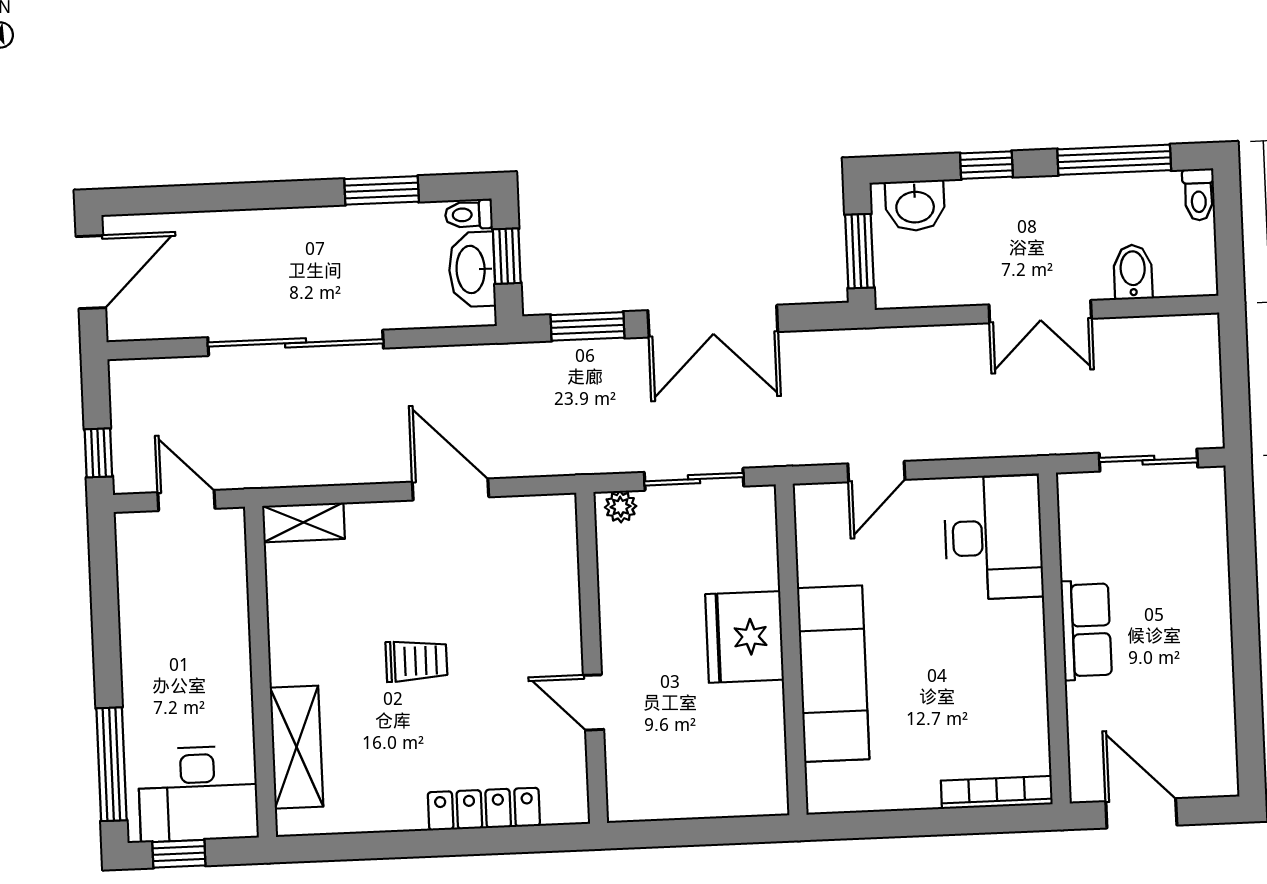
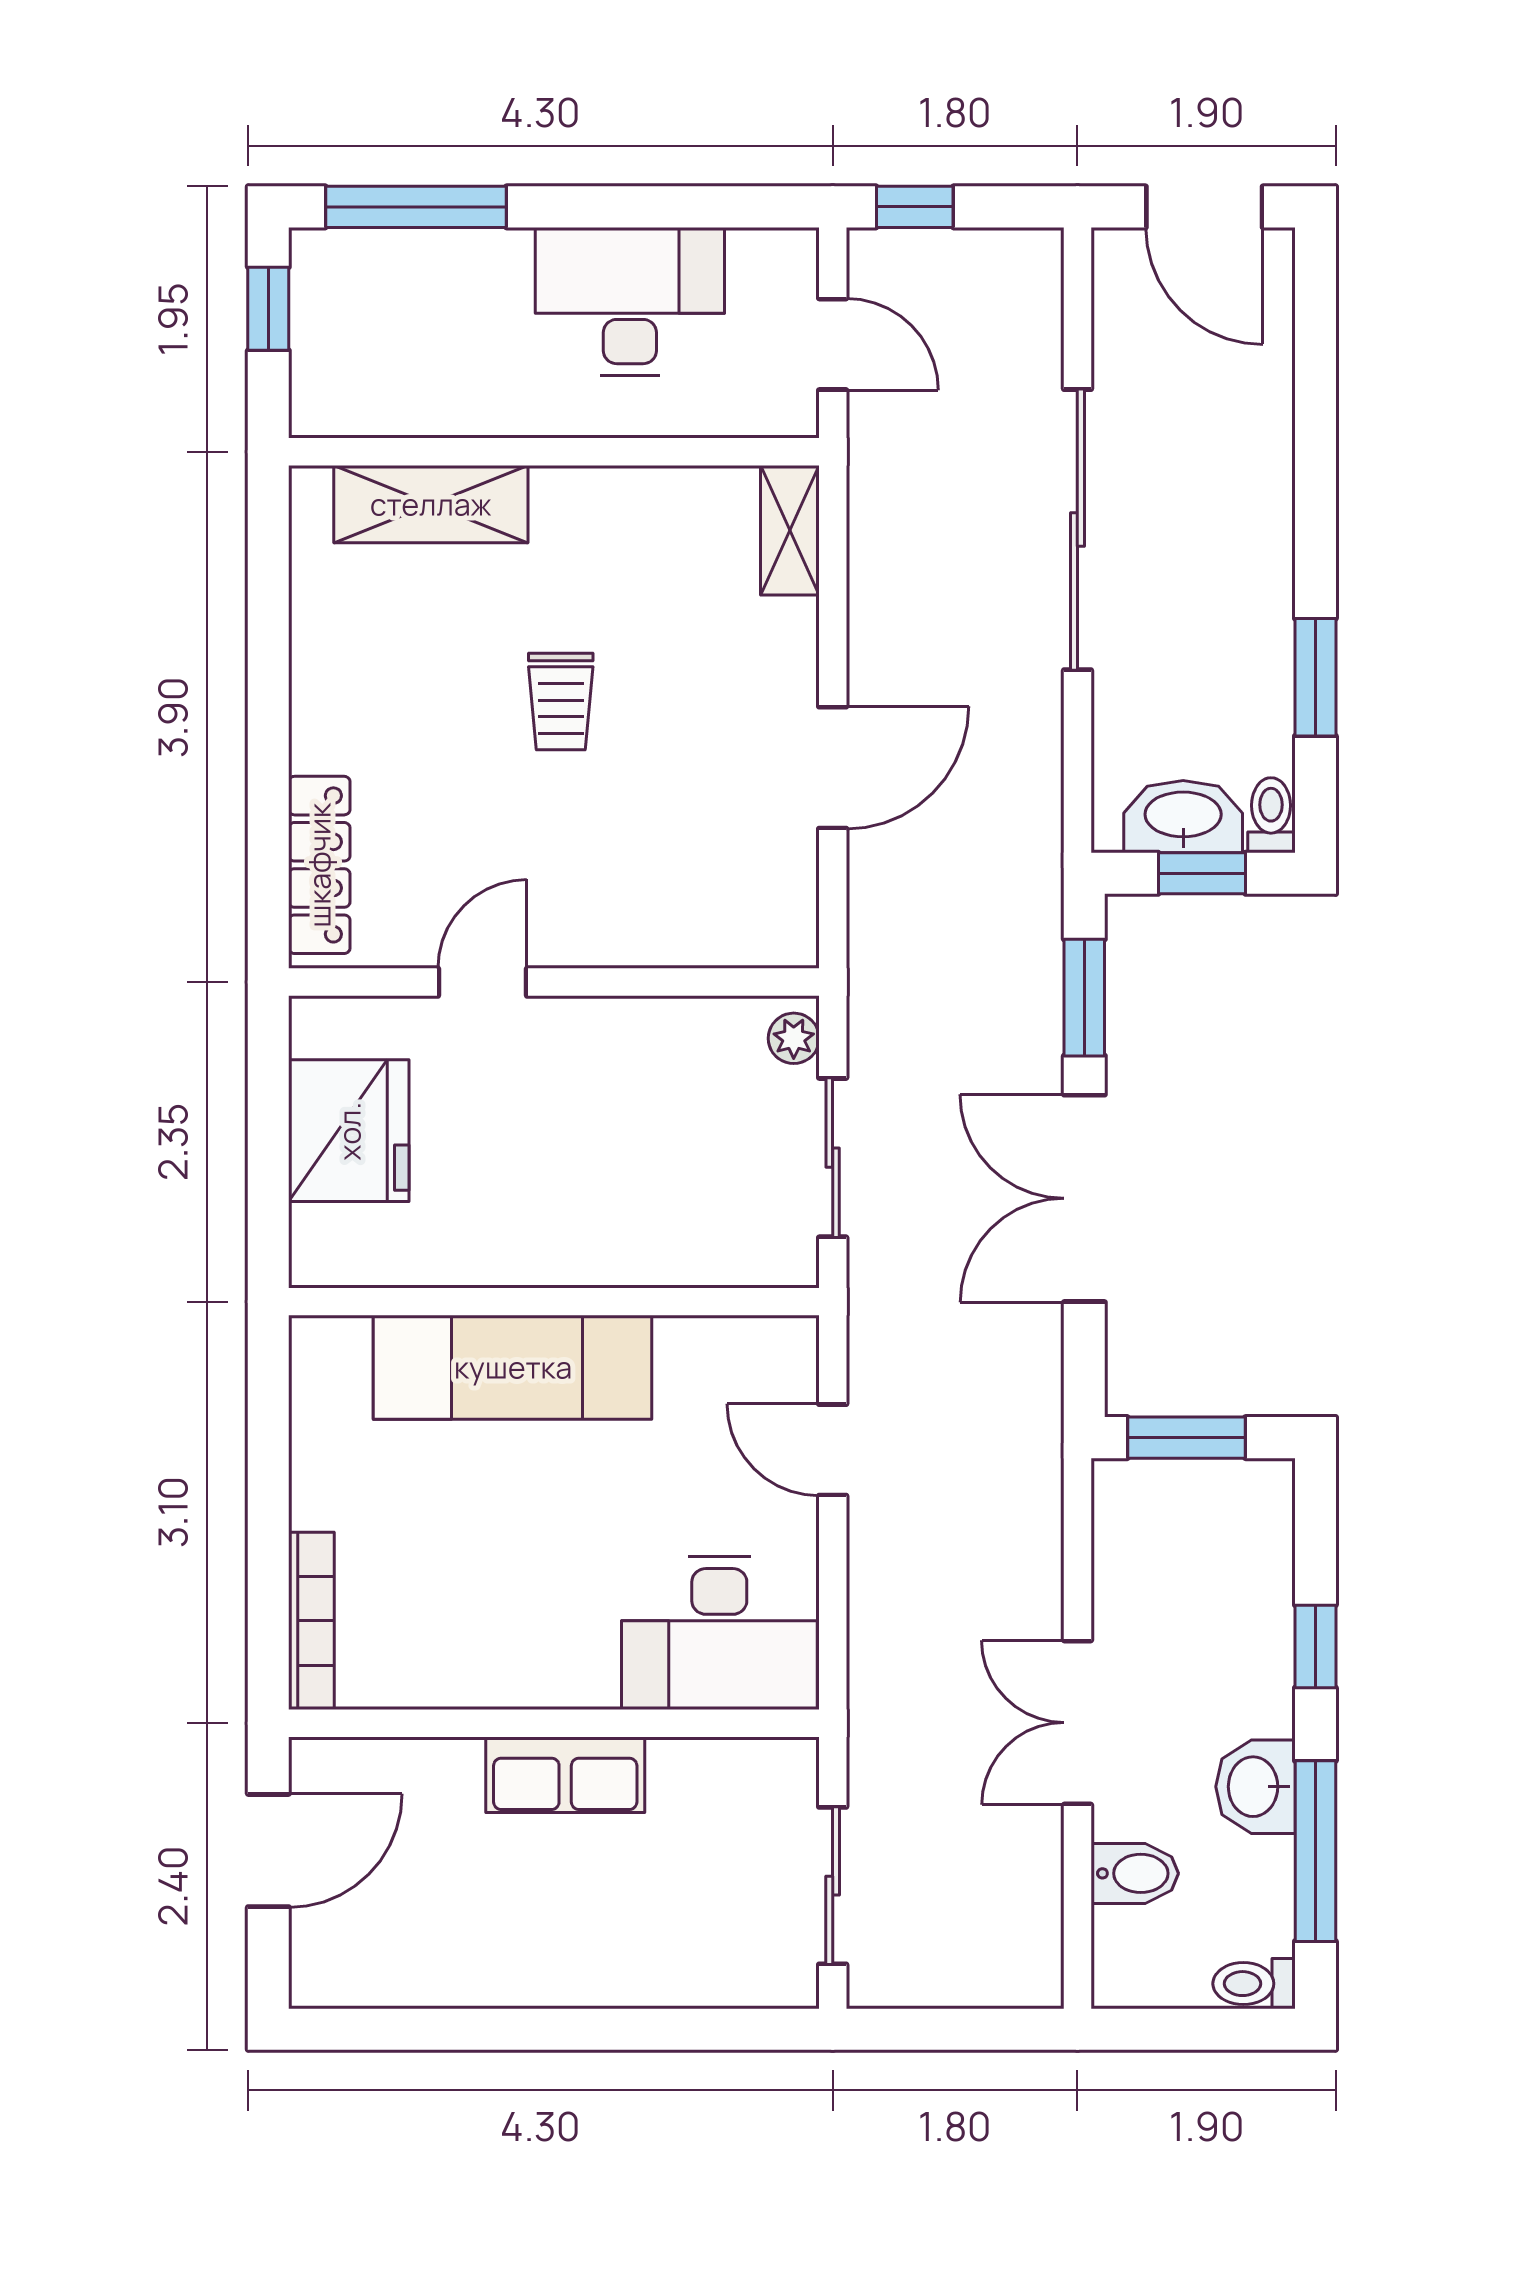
washbasin: (915, 206) -> (1255, 1787), moved
door: (186, 500) -> (833, 344), hinge flipped
fridge: (745, 637) -> (349, 1131), moved, turned 90
desk: (198, 794) -> (630, 302), moved, turned 90
locker: (484, 809) -> (319, 865), moved

